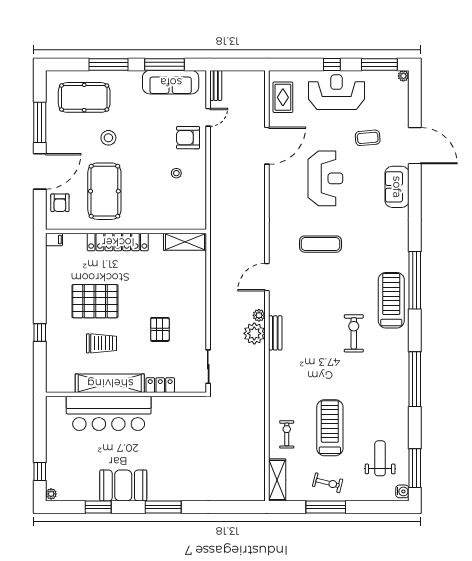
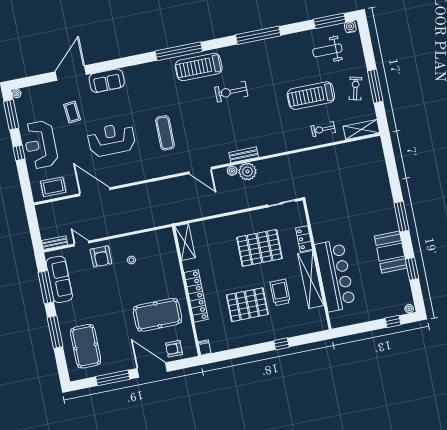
stool: (108, 138) -> (114, 320), removed
armchair: (60, 203) -> (174, 349), turned 180
pallet: (95, 301) -> (247, 305), turned 90
pallet: (160, 329) -> (259, 248), width x2.05, depth x2.00

